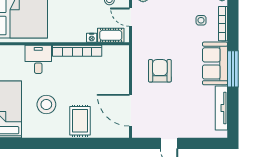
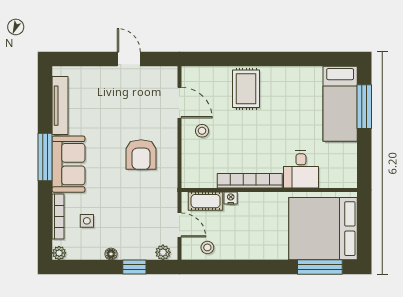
stool: (46, 105) -> (202, 131), moved, width x0.53, depth x0.53
door: (131, 110) -> (179, 103), width x0.73

